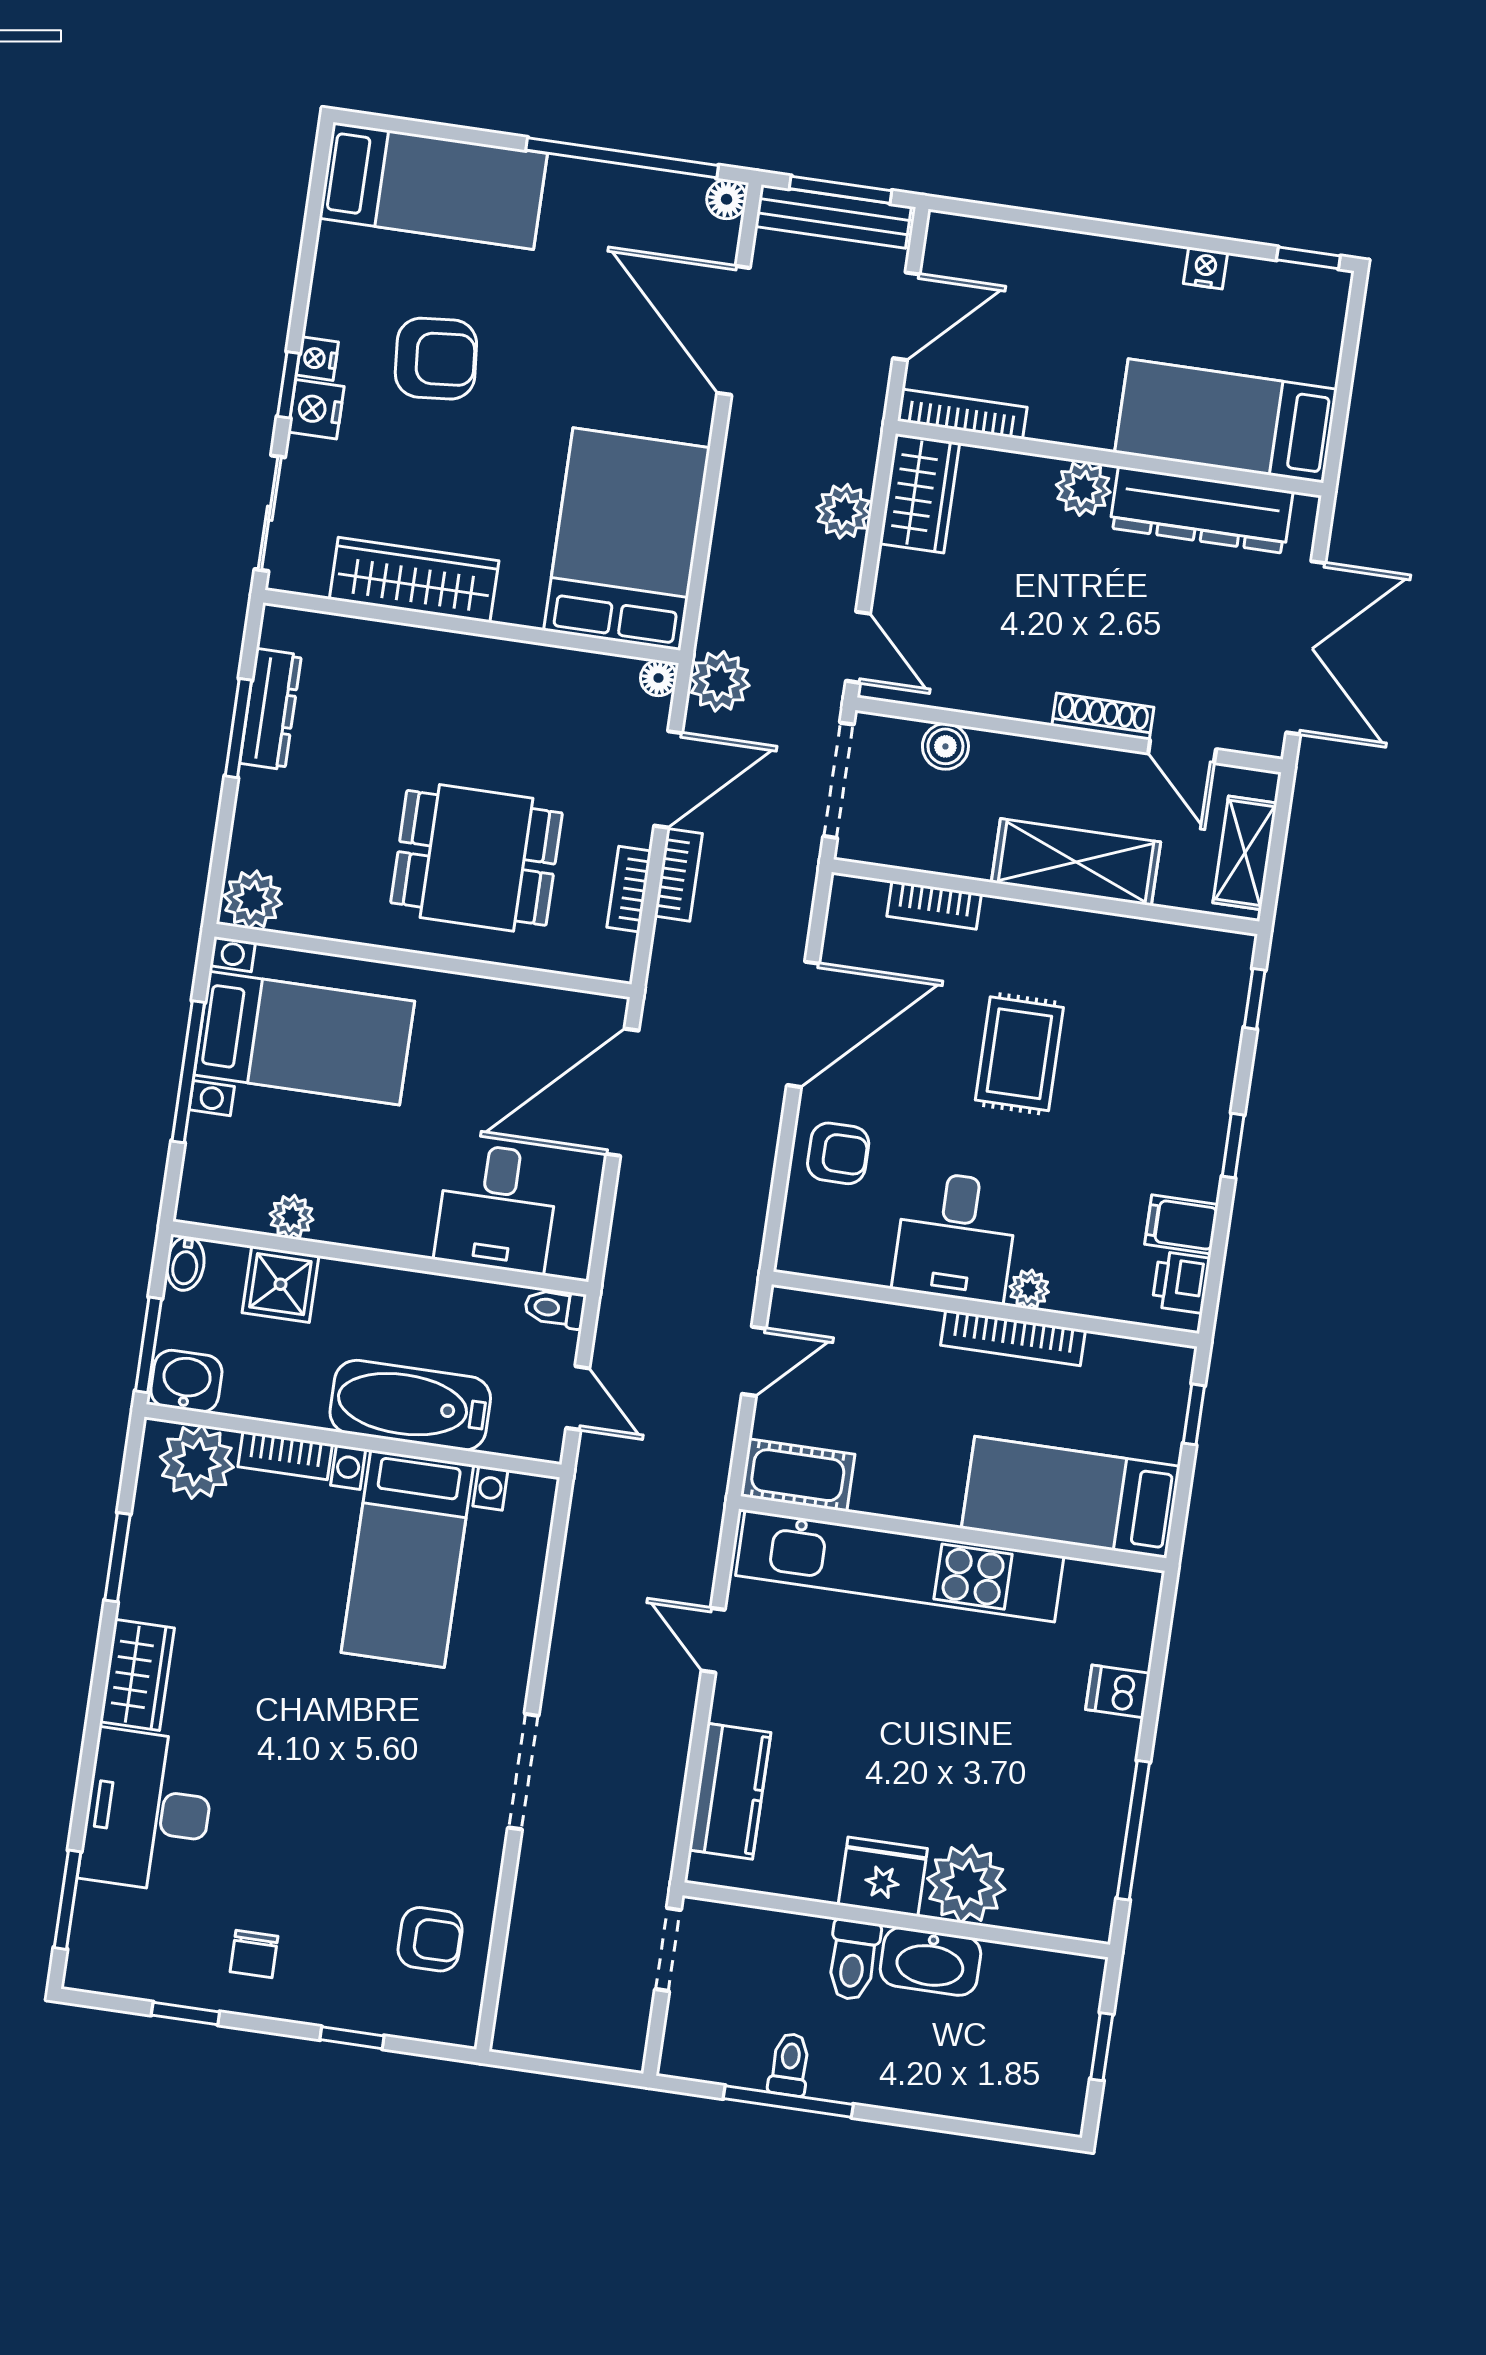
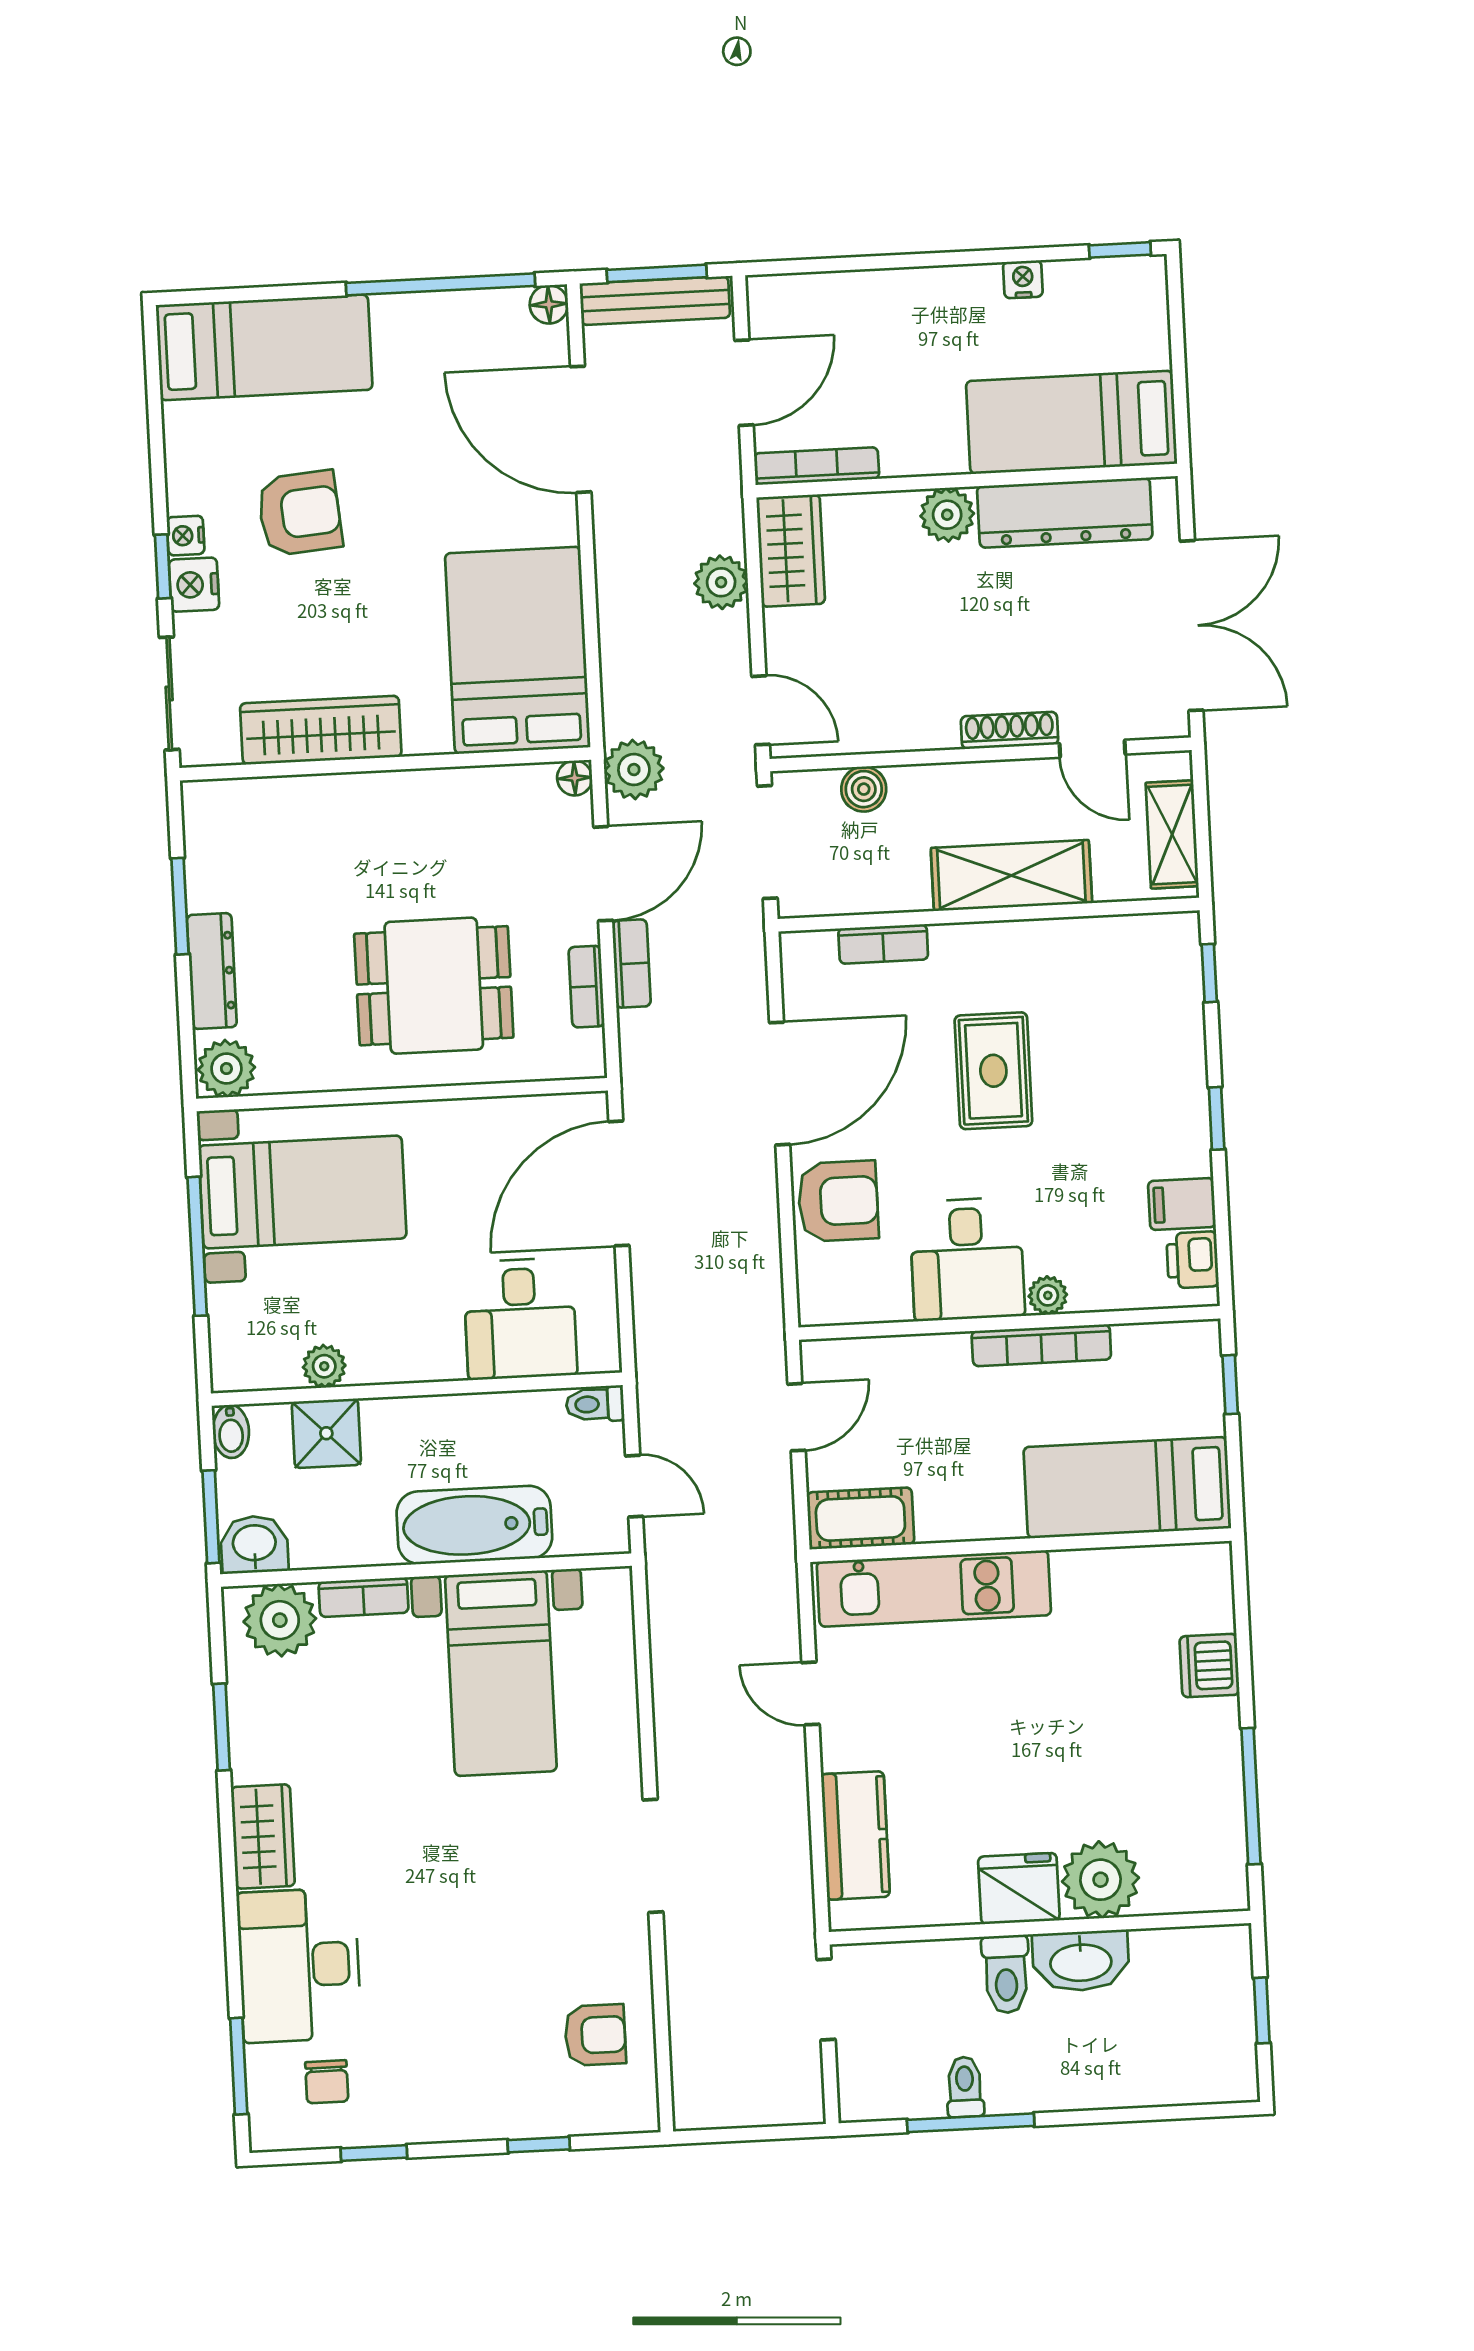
dresser: (271, 709) -> (212, 971), moved
armchair: (838, 1153) -> (838, 1201), width x1.38, depth x1.38
kitchen unit: (900, 1566) -> (934, 1588), width x0.73
dishwasher: (1118, 1691) -> (1209, 1666), width x1.38
chair: (254, 1954) -> (327, 2082), moved

